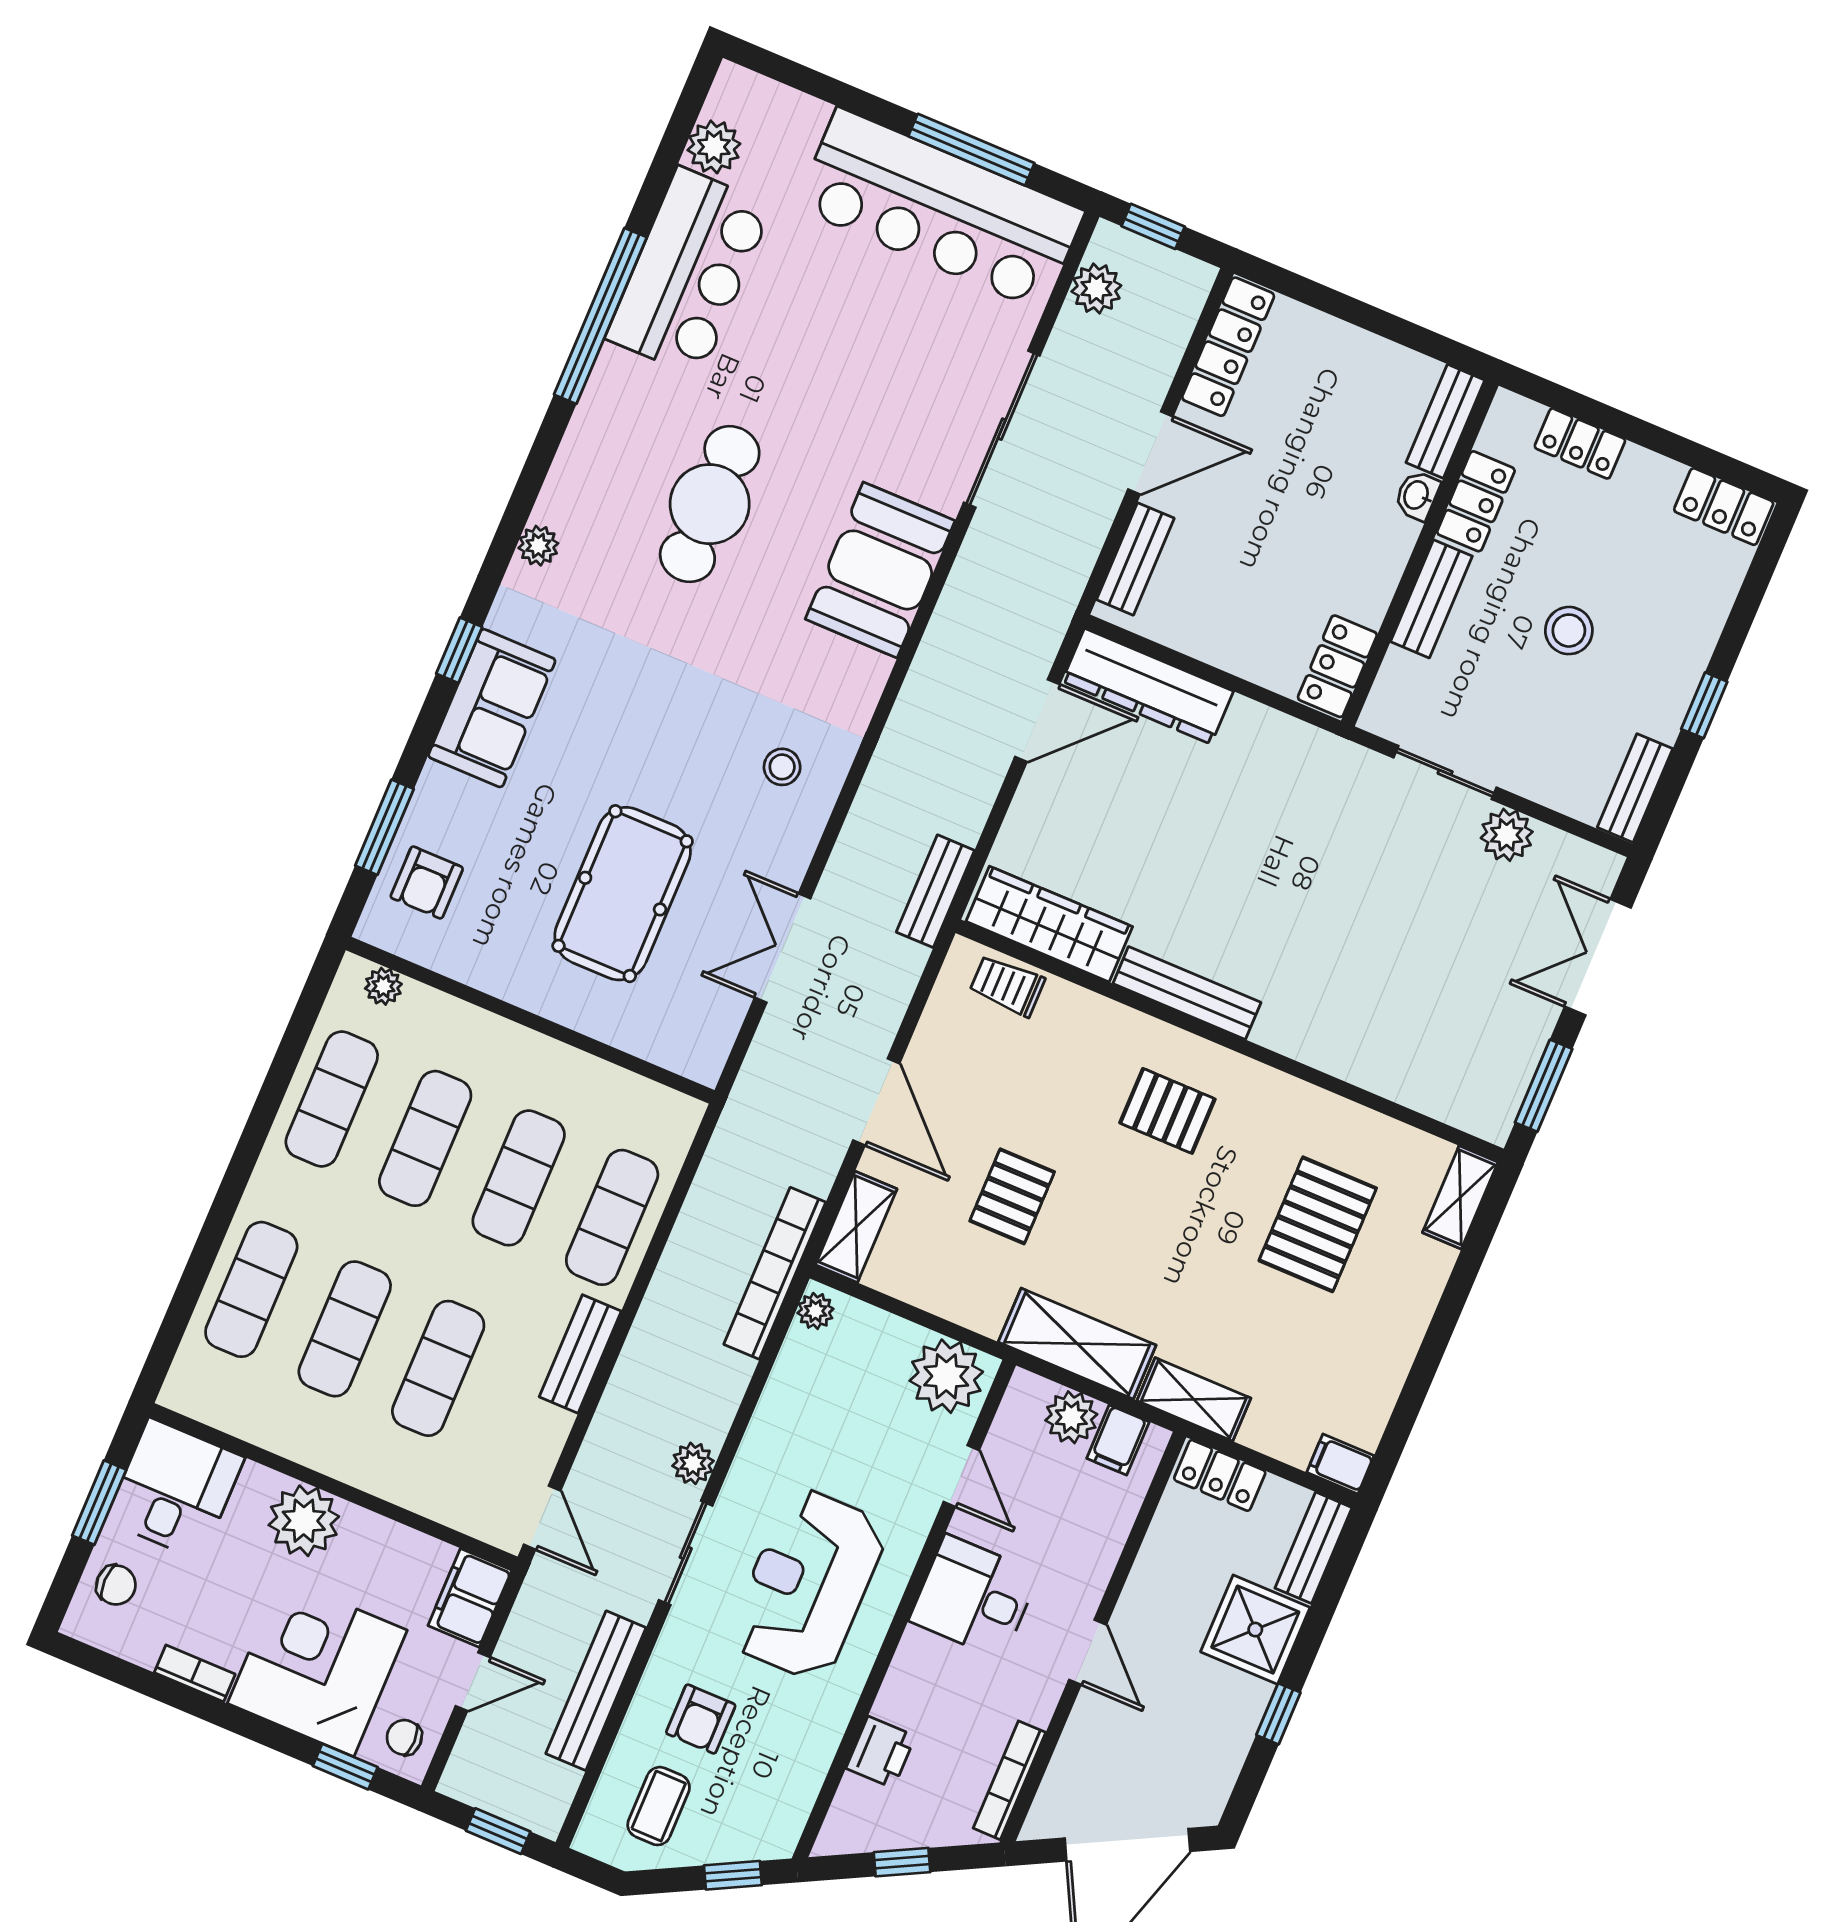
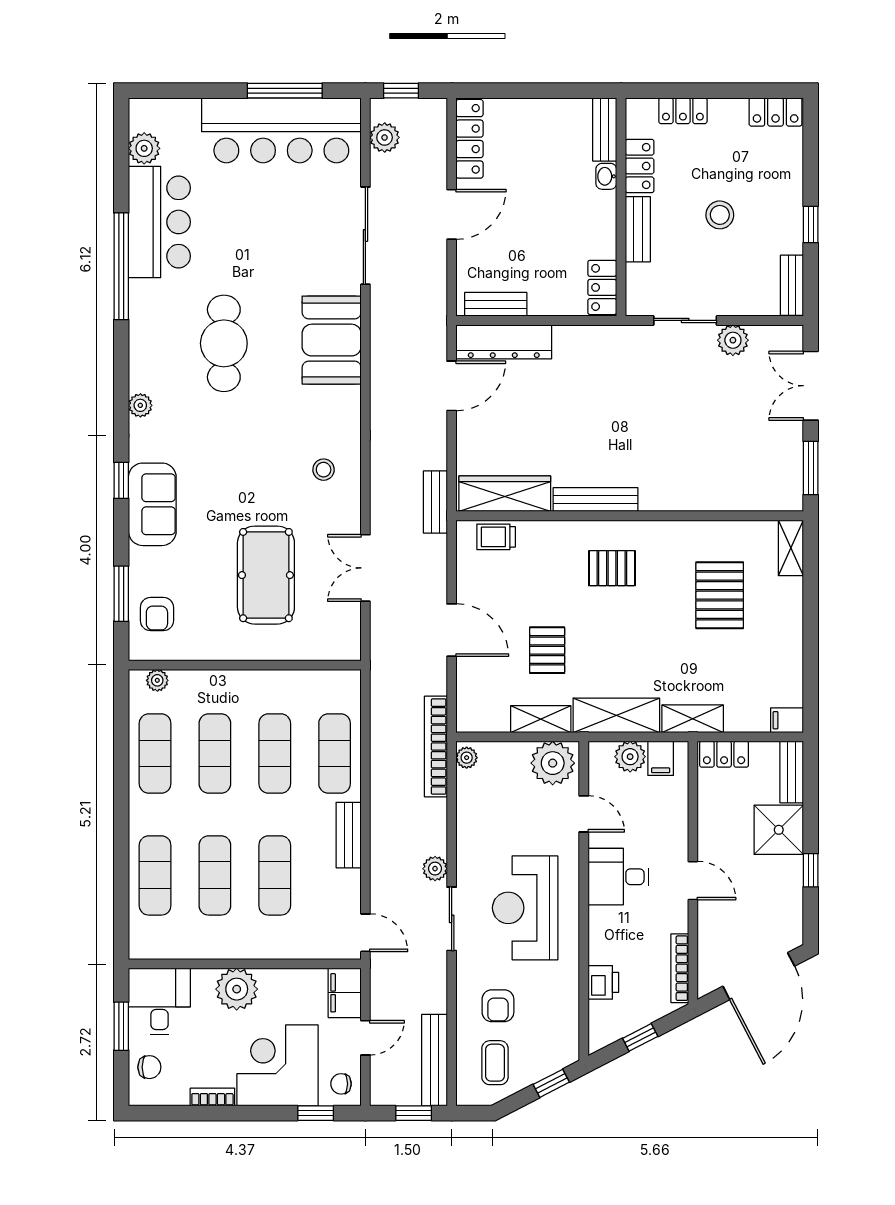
bench: (1135, 559) -> (496, 304), moved, turned 90
shelving: (856, 1227) -> (541, 719), moved, turned 90
bench: (596, 1691) -> (434, 1060), moved

